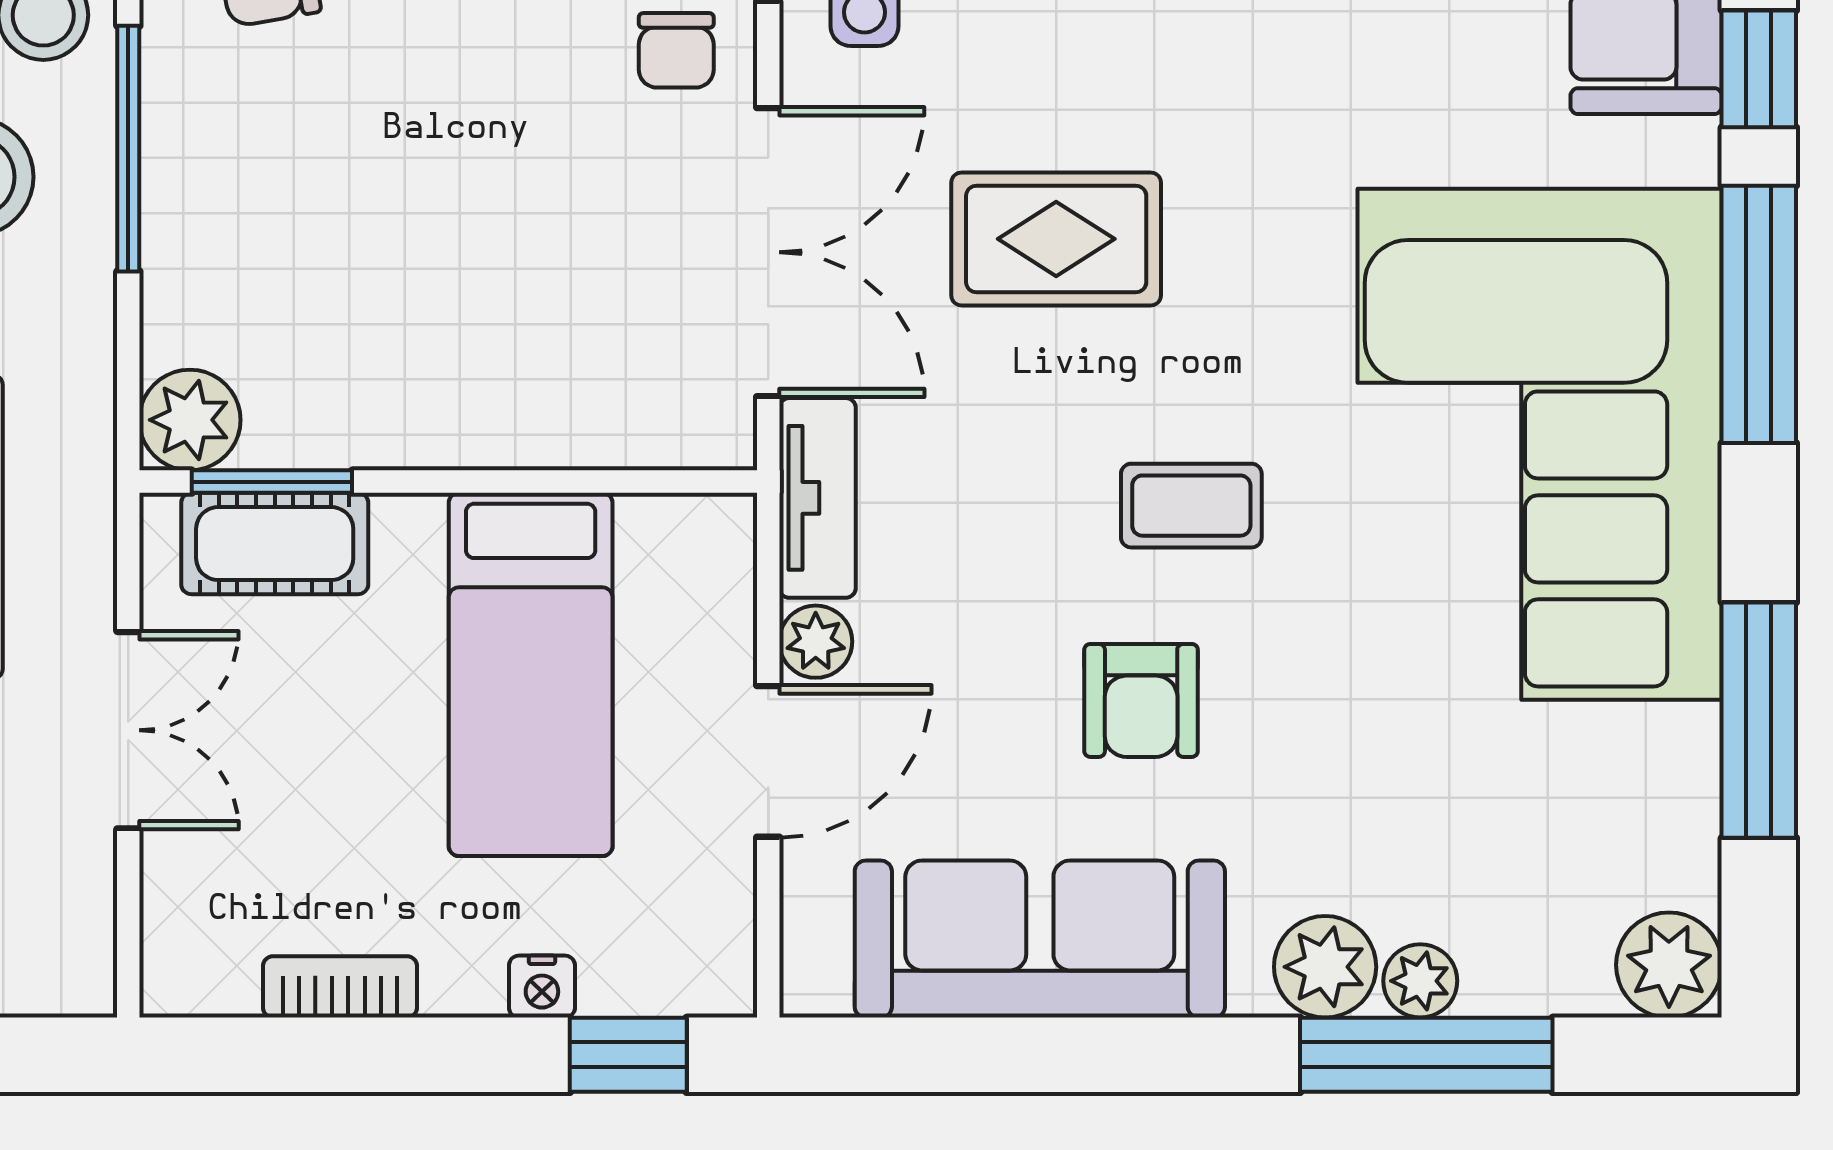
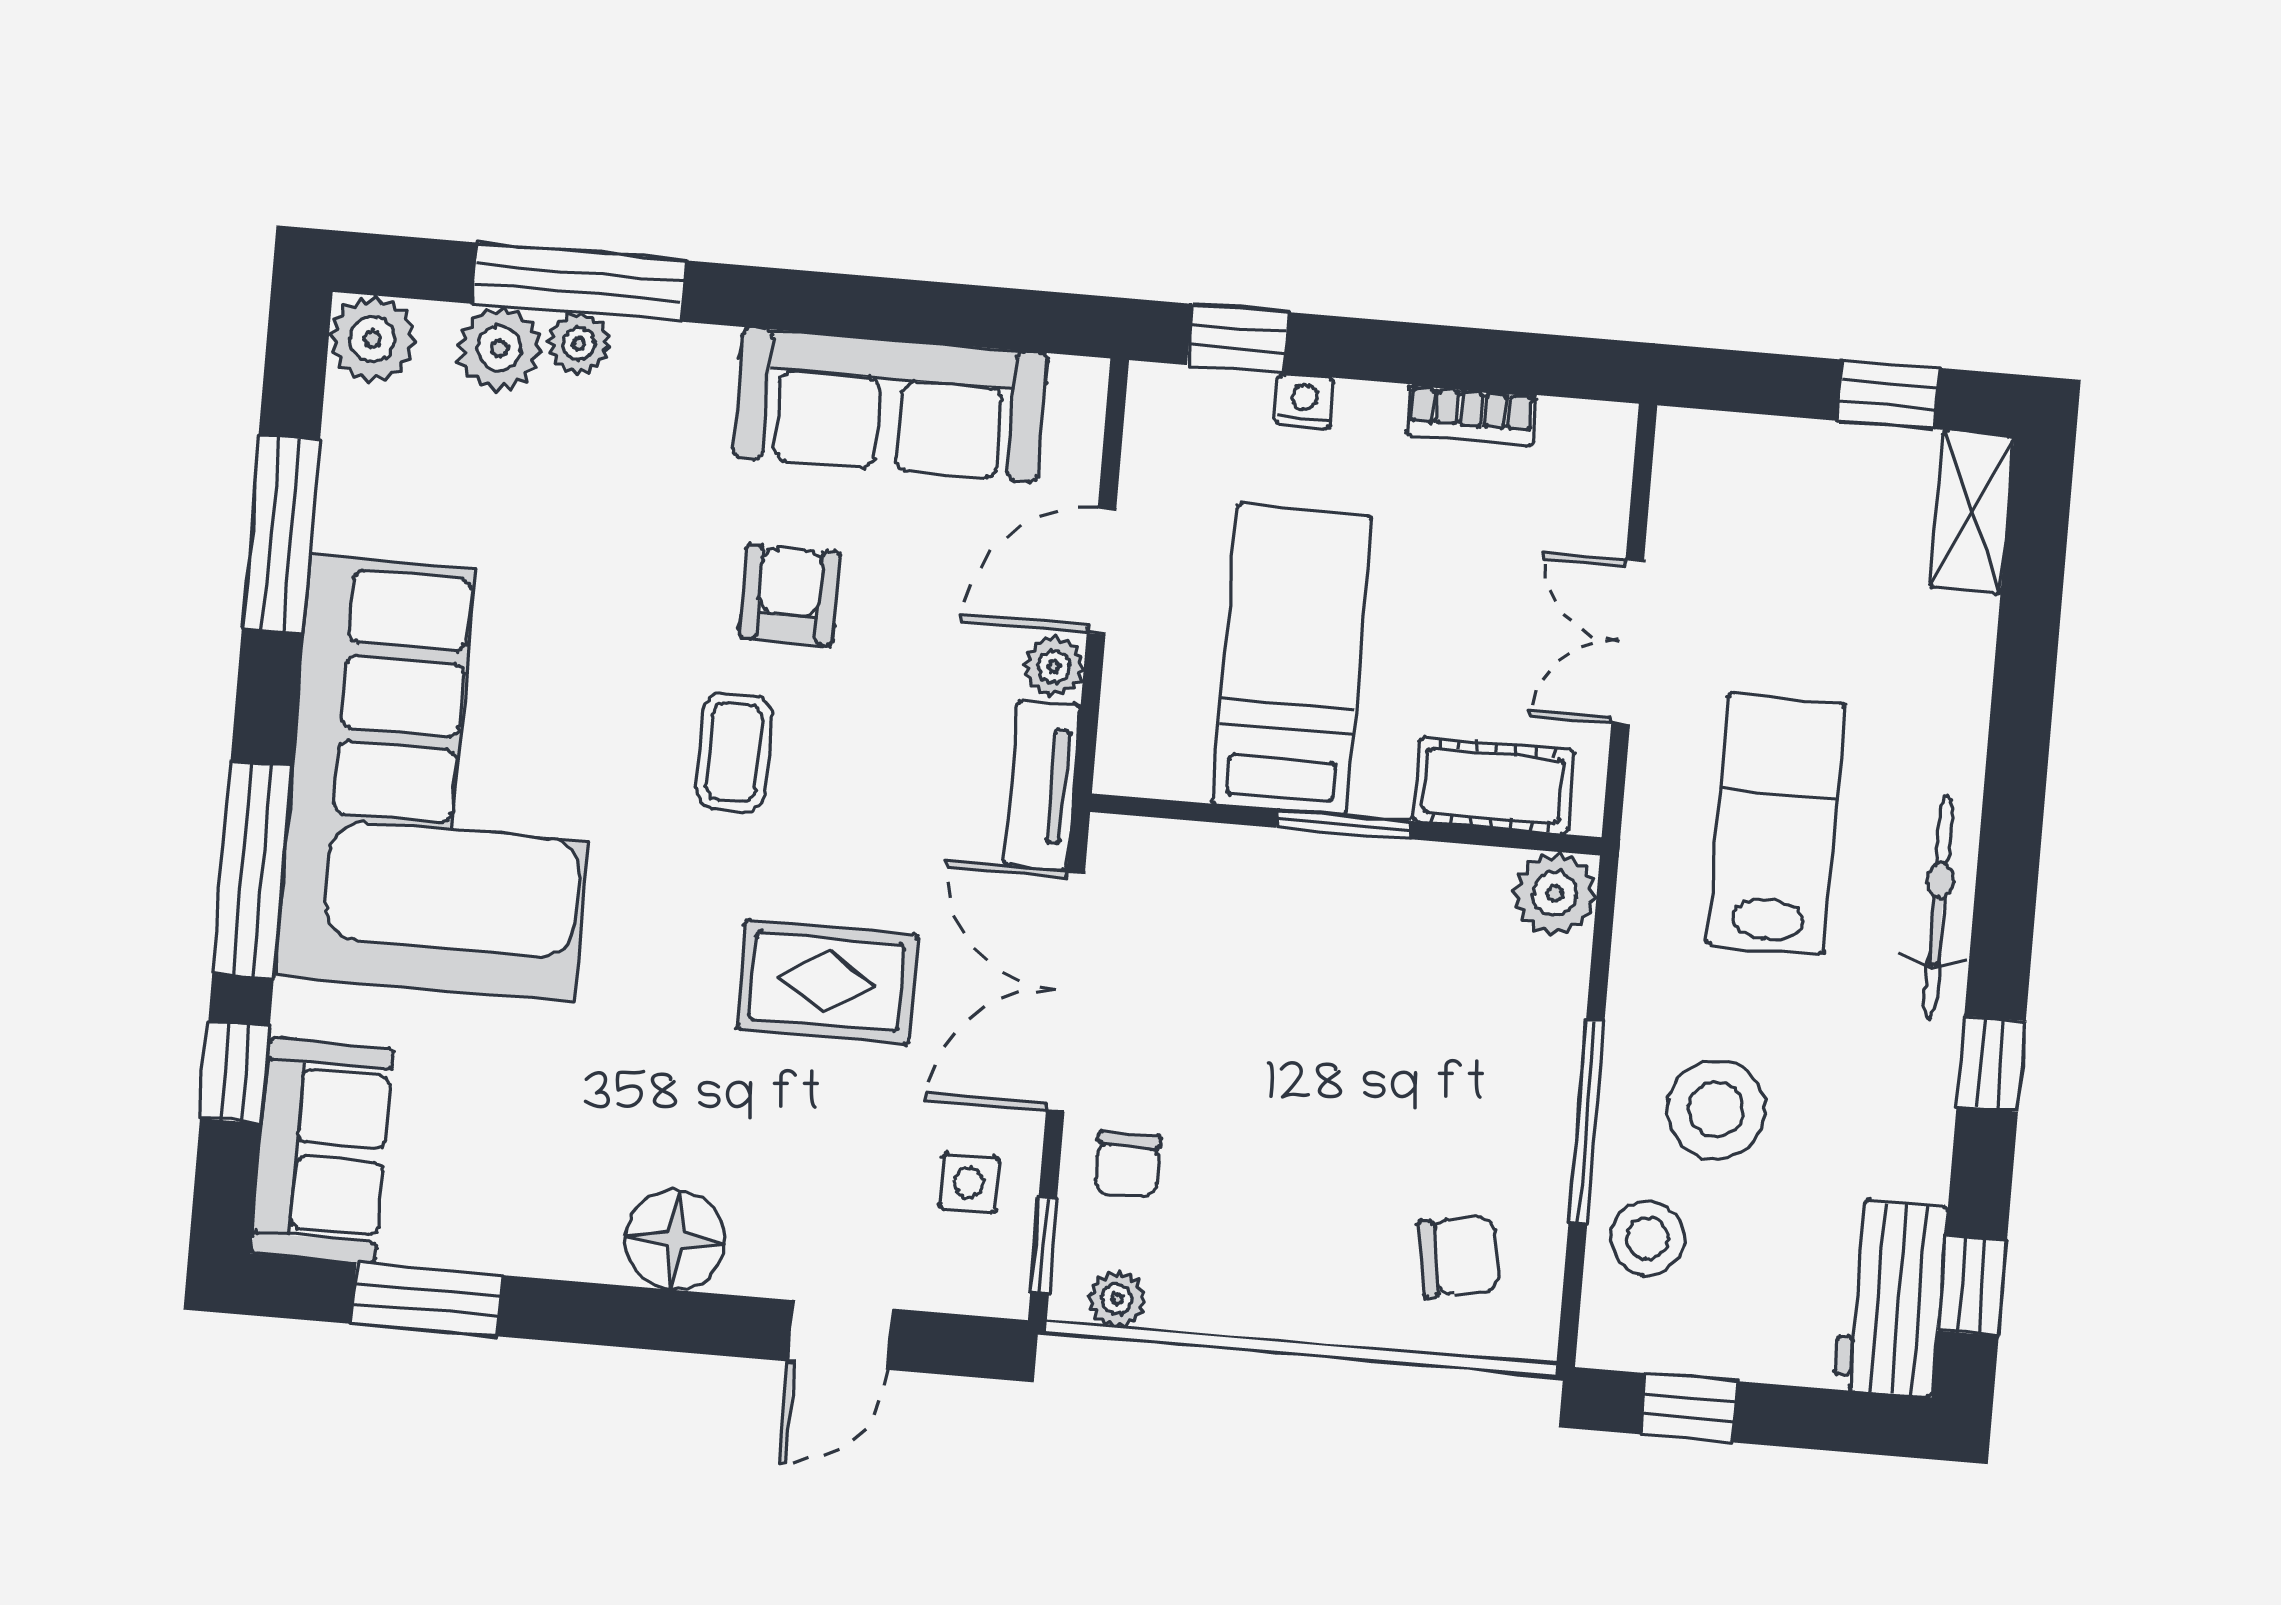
chair: (676, 50) -> (1127, 1164), turned 180
window: (272, 482) -> (1344, 824), moved
coffee table: (1191, 506) -> (734, 752), turned 90
plant: (1325, 967) -> (499, 348), moved

